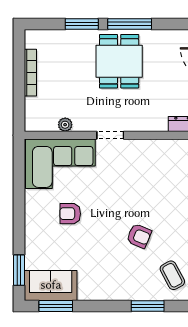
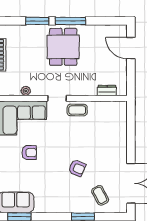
coffee table: (139, 152) -> (77, 110), added
armchair: (70, 214) -> (29, 153), turned 180

